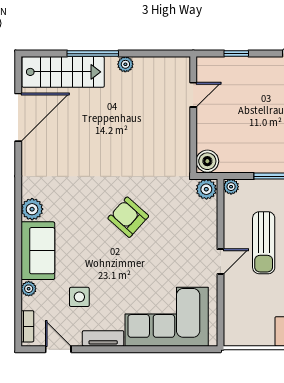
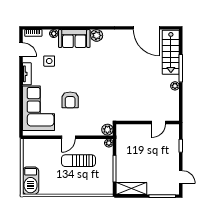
door: (193, 95) -> (159, 123), hinge flipped
boiler: (207, 161) -> (123, 130), removed
armchair: (128, 217) -> (70, 100), moved, turned 138
door: (220, 262) -> (68, 137), hinge flipped
door: (58, 349) -> (21, 50), hinge flipped

